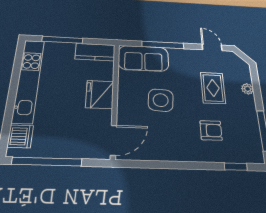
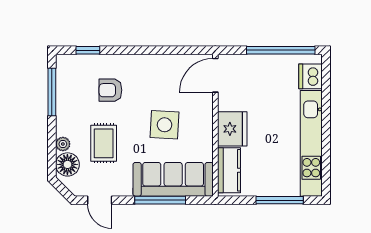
kitchen counter: (95, 52) -> (229, 170), moved, turned 90
sofa: (143, 58) -> (173, 179), width x1.36
floor lamp: (241, 74) -> (67, 164), added

